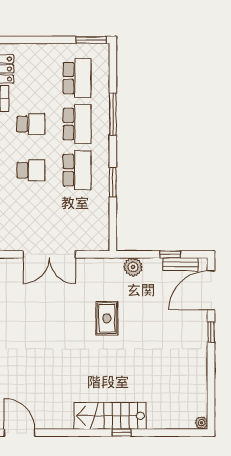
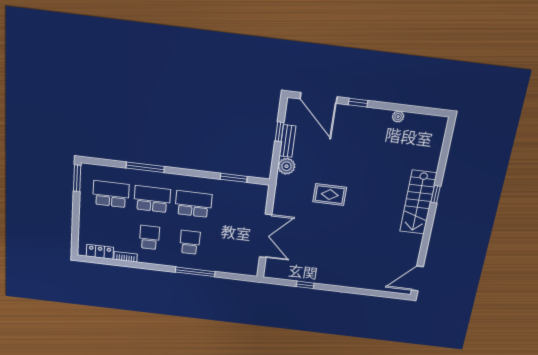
window: (113, 182) -> (234, 178), moved
bench: (180, 264) -> (288, 141), moved
plant: (202, 423) -> (398, 116), moved

